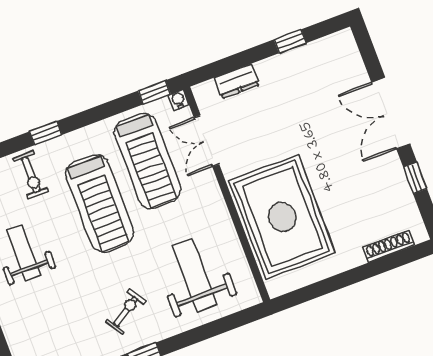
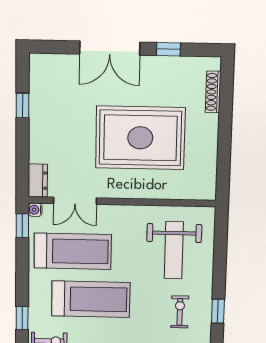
dresser: (237, 81) -> (38, 180), moved
rug: (282, 217) -> (140, 138), moved
weight bench: (195, 275) -> (174, 250), turned -90
exercise bike: (126, 311) -> (180, 312), turned 33

